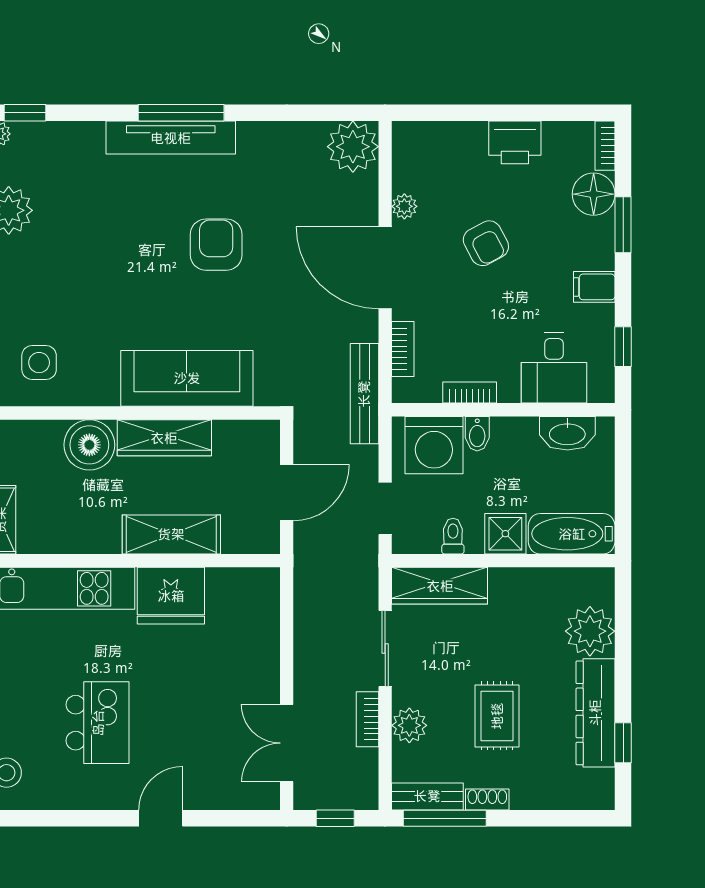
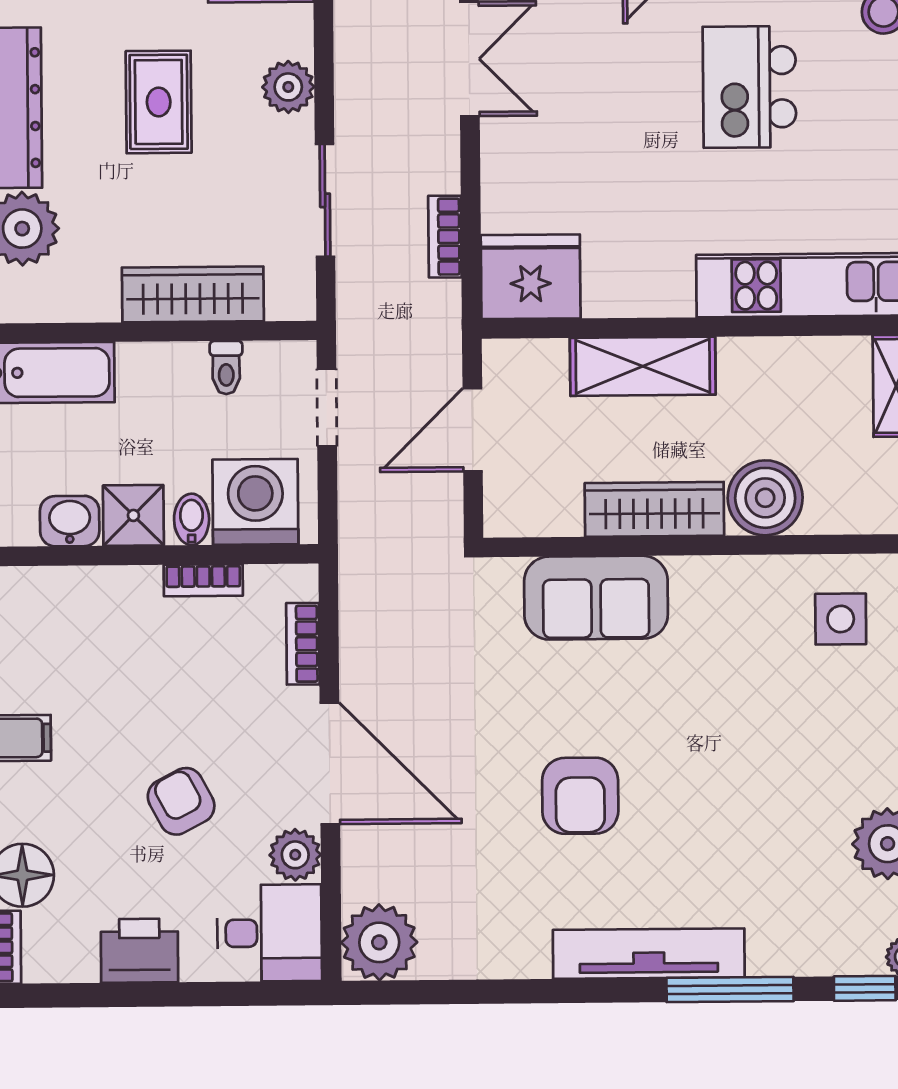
window: (181, 113) -> (730, 990), moved
plant: (404, 206) -> (295, 855), width x1.38, depth x1.38
desk: (554, 368) -> (270, 933), moved, turned 90
sofa: (187, 378) -> (596, 598), width x0.73
bench: (364, 394) -> (359, 577), removed
washbasin: (567, 433) -> (70, 521), width x0.72
shower: (505, 534) -> (133, 515), moved
wardrobe: (440, 586) -> (193, 294), moved
fridge: (171, 596) -> (531, 277), moved
bookcase: (368, 719) -> (445, 237), moved, turned 180

